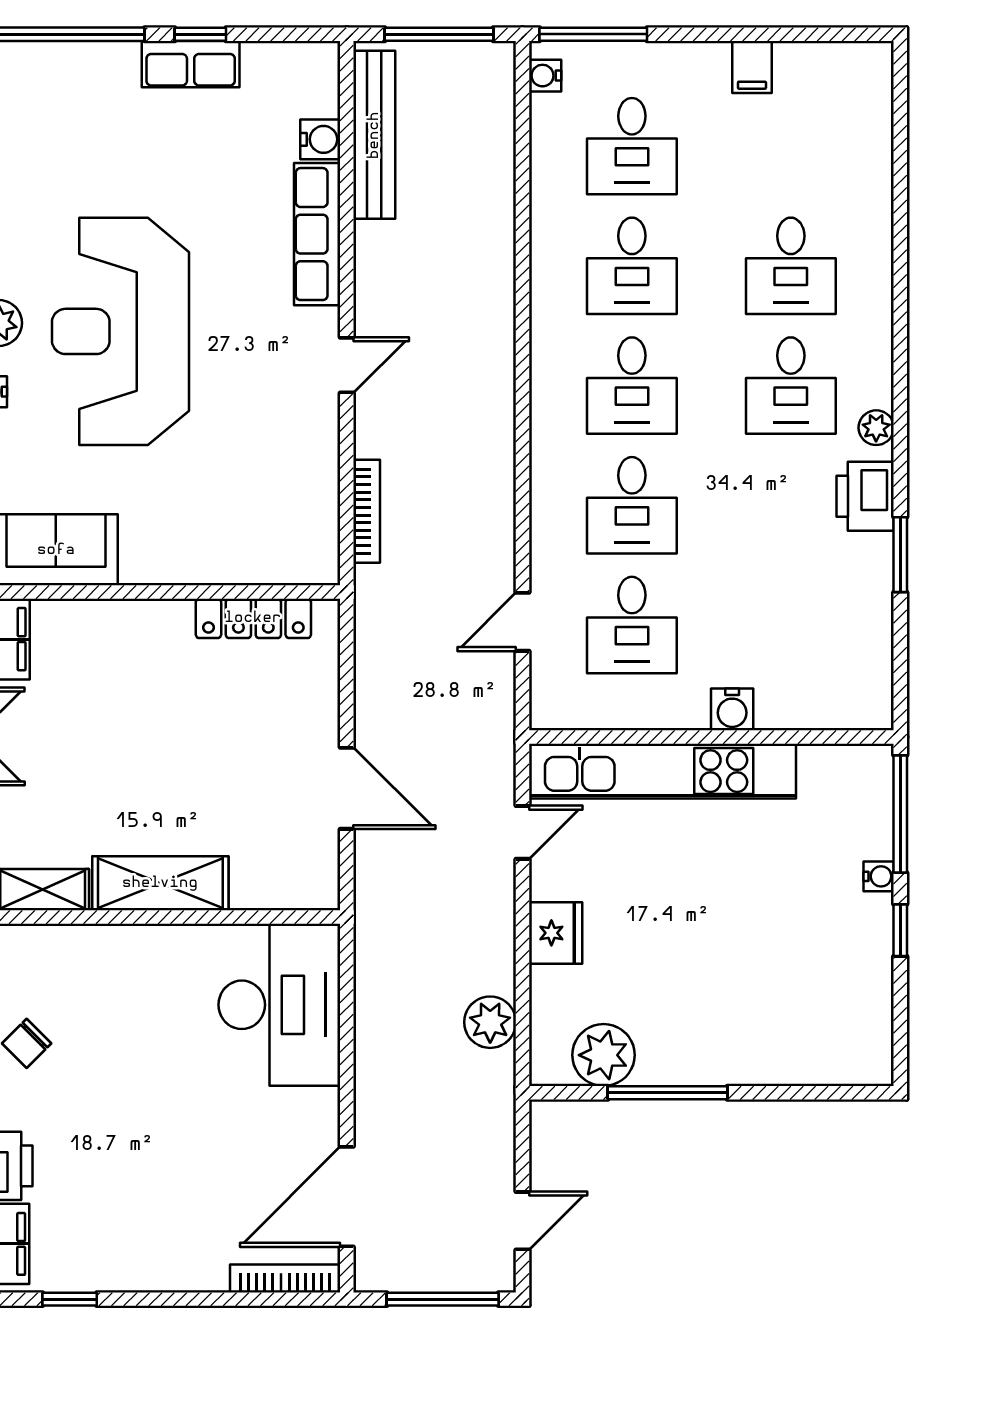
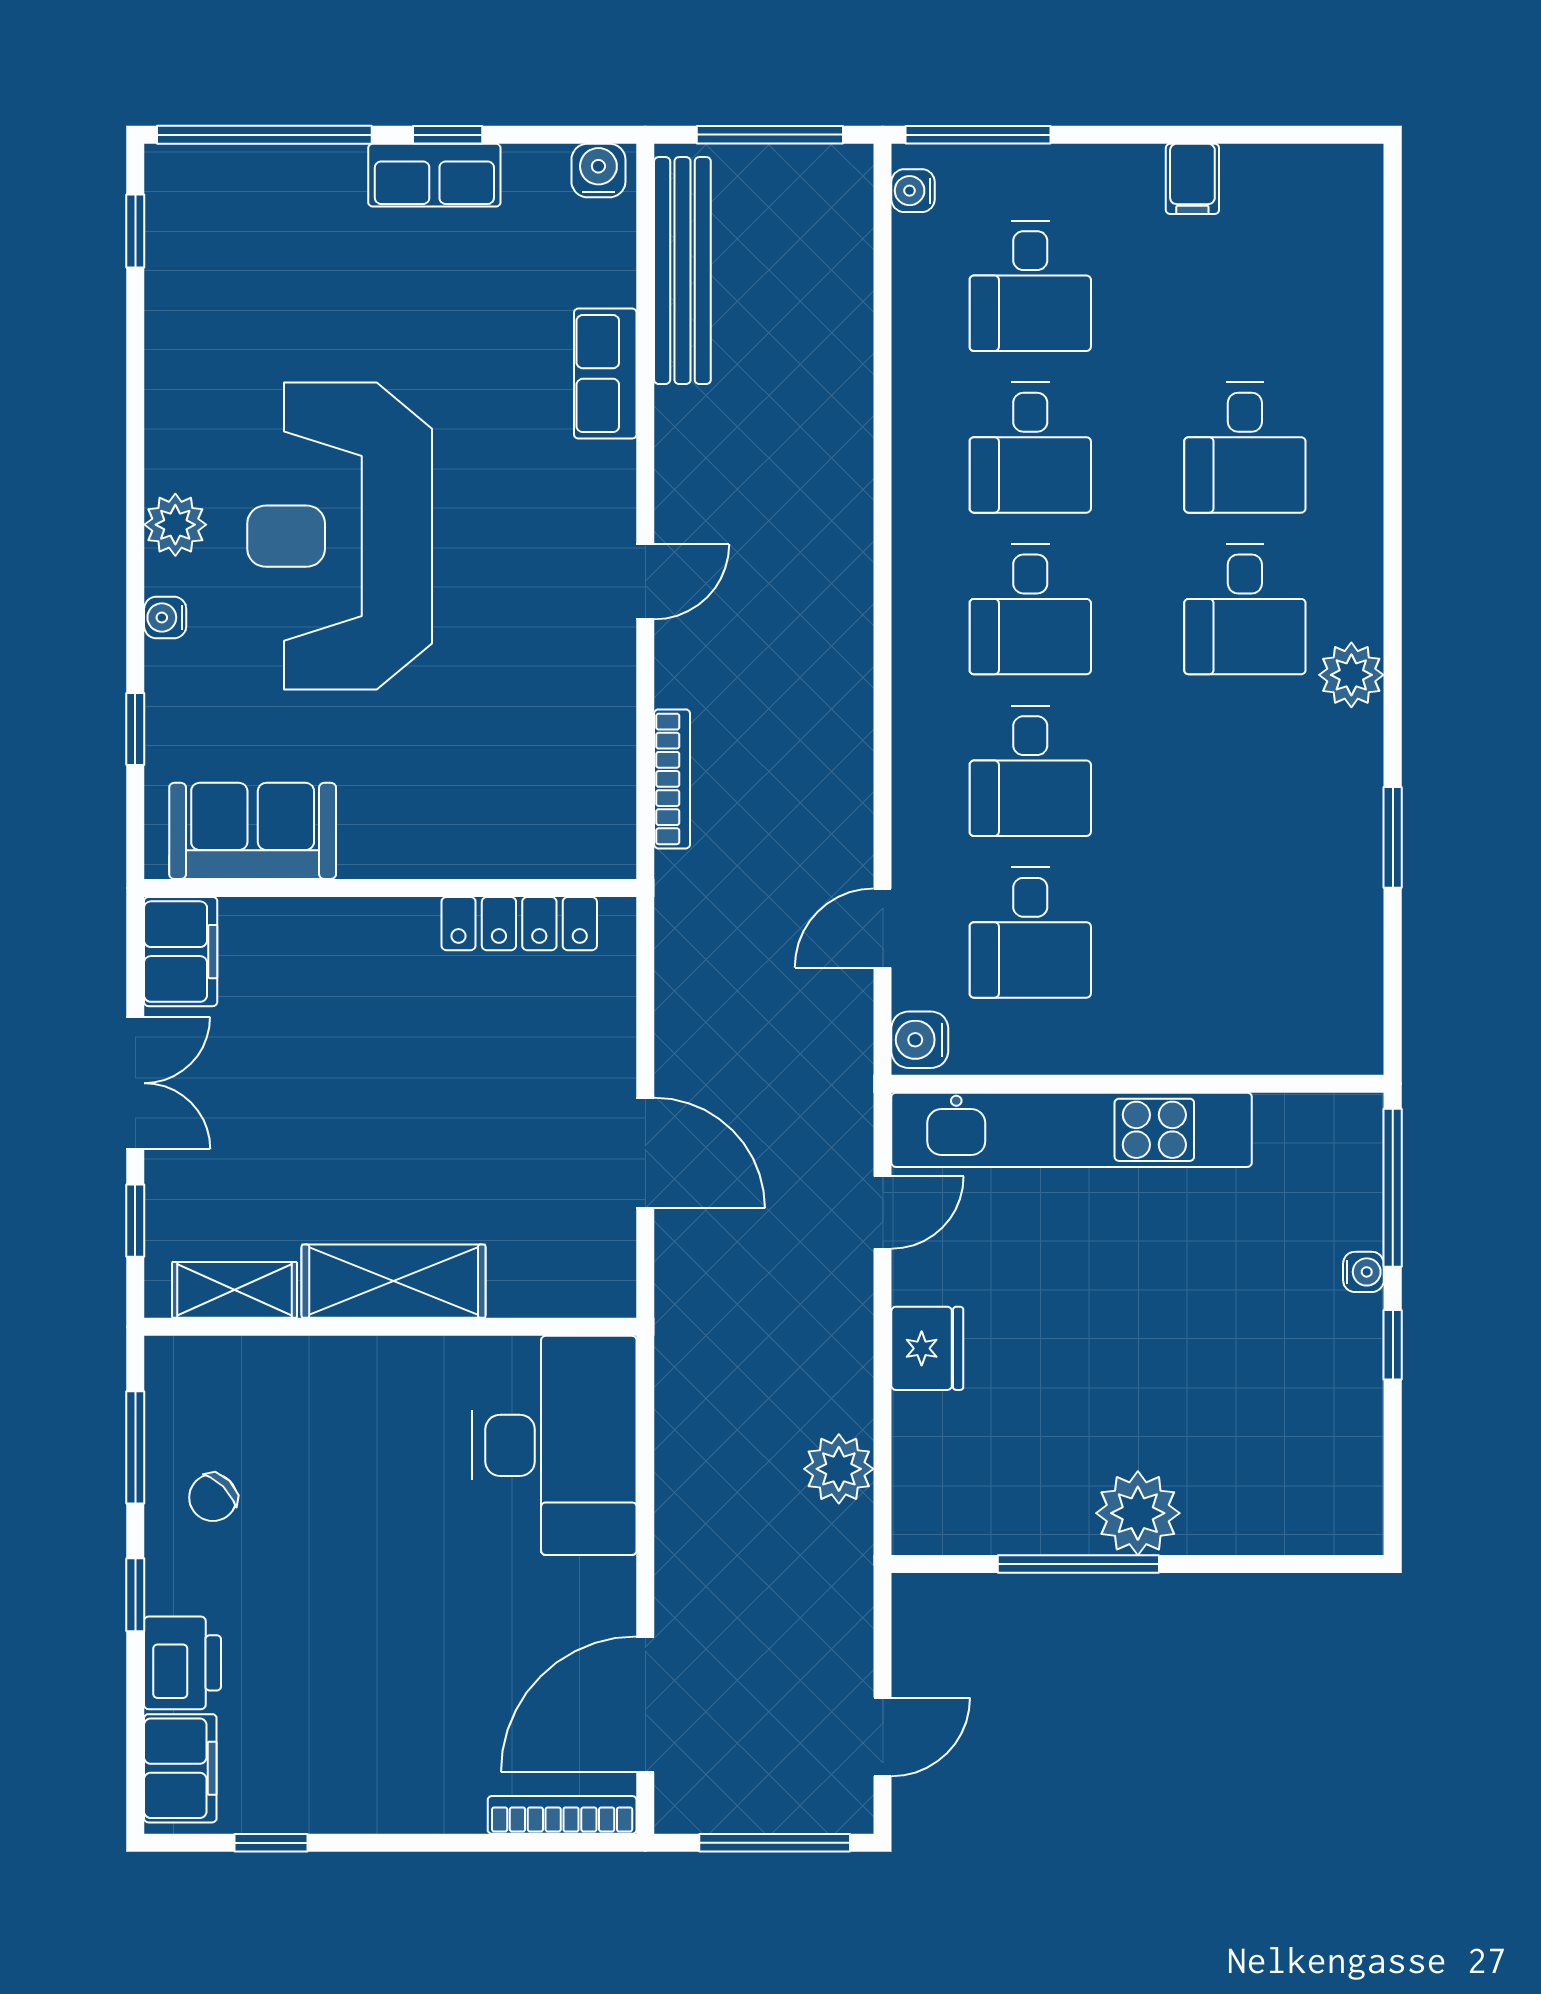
water cooler: (320, 139) -> (598, 171), moved, turned -90
row of seats: (317, 234) -> (605, 374), width x0.68
plant: (876, 428) -> (1351, 675), width x1.38, depth x1.38
printer: (865, 496) -> (1345, 759), removed
water cooler: (732, 709) -> (920, 1040), moved, turned 90
plant: (604, 1055) -> (1138, 1513), moved

